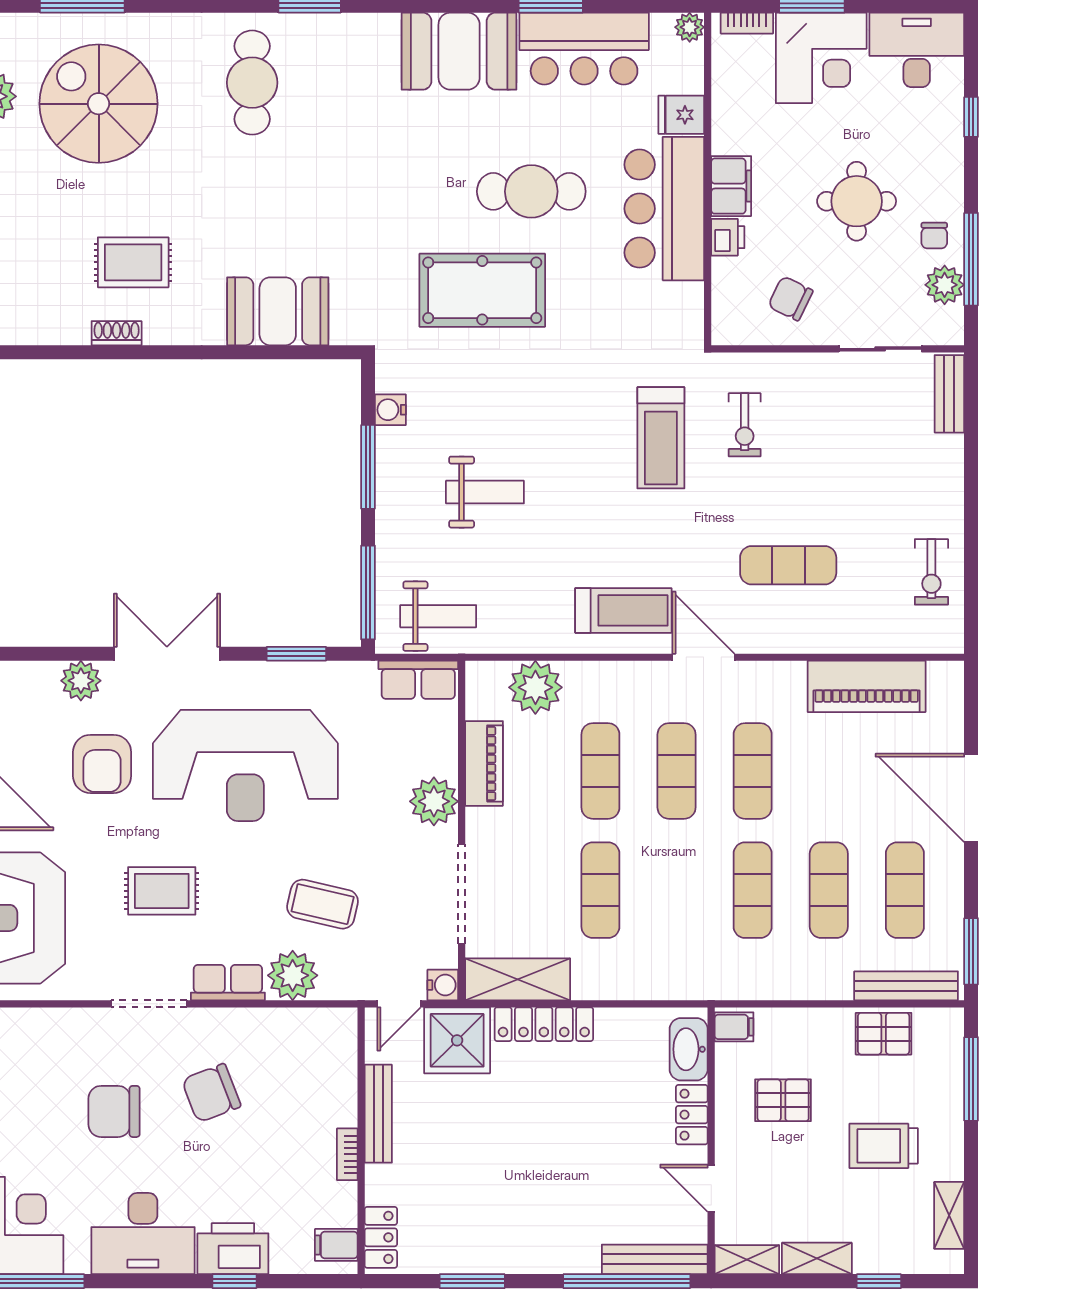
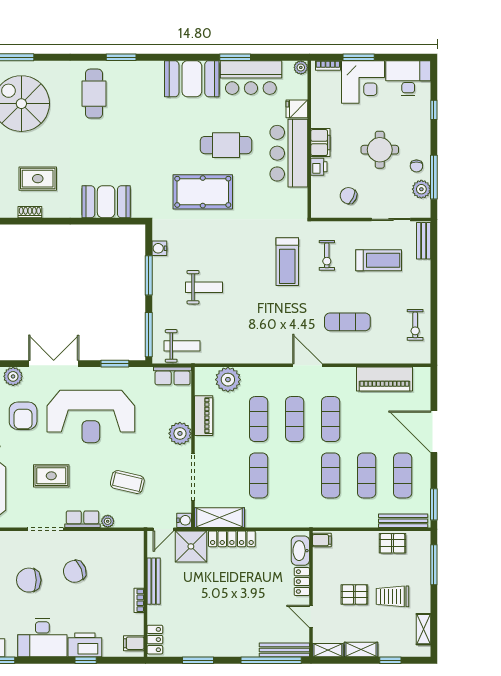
treadmill: (623, 610) -> (379, 260), moved
plant: (293, 975) -> (108, 521), width x0.53, depth x0.53
pallet: (783, 1100) -> (354, 595), moved

